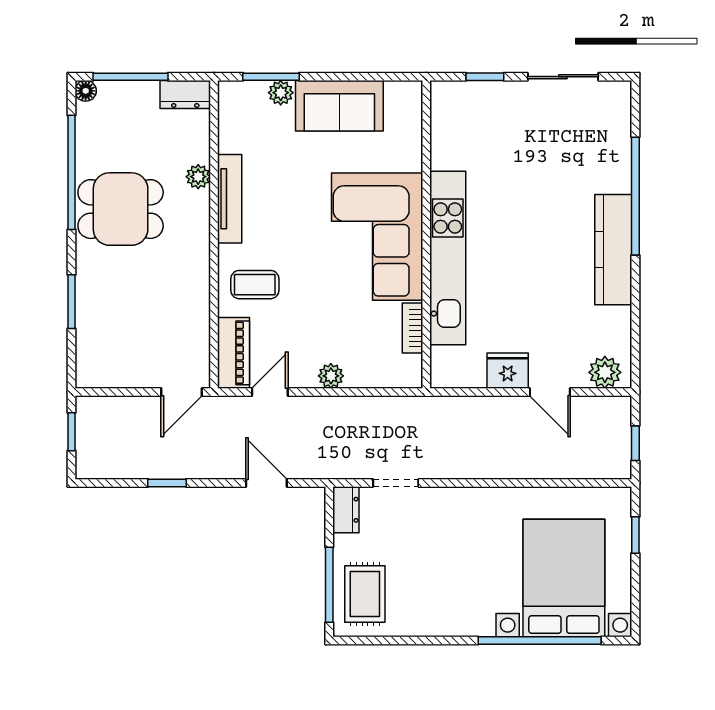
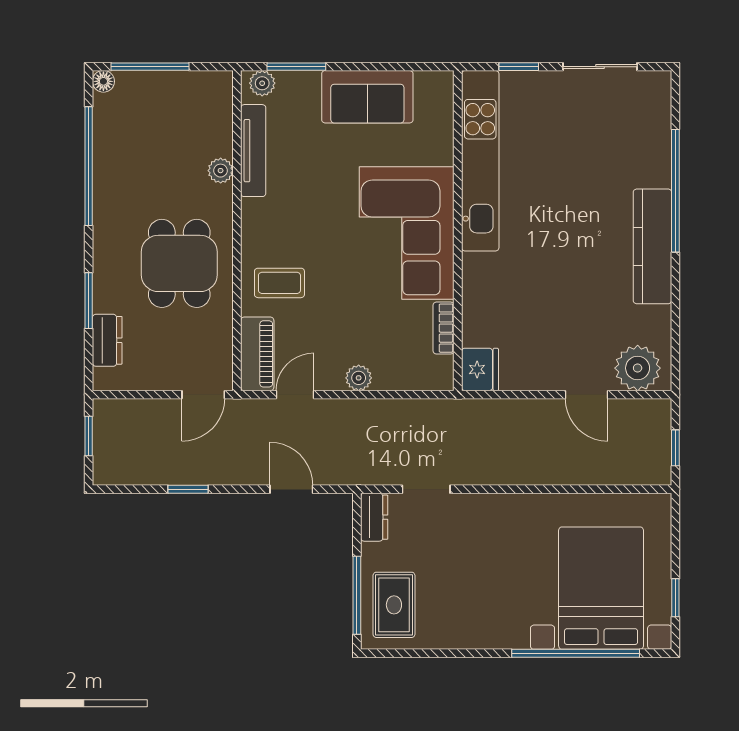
plant: (281, 93) -> (262, 83), moved
dresser: (185, 94) -> (107, 340), moved, turned -90
tv unit: (230, 199) -> (253, 151), moved
dining table: (121, 209) -> (179, 263), moved, turned 90
kitchen unit: (448, 258) -> (480, 161), moved
fridge: (508, 371) -> (480, 369), moved, turned 90
plant: (605, 372) -> (638, 368), width x1.36, depth x1.36
window: (635, 535) -> (675, 598), moved

